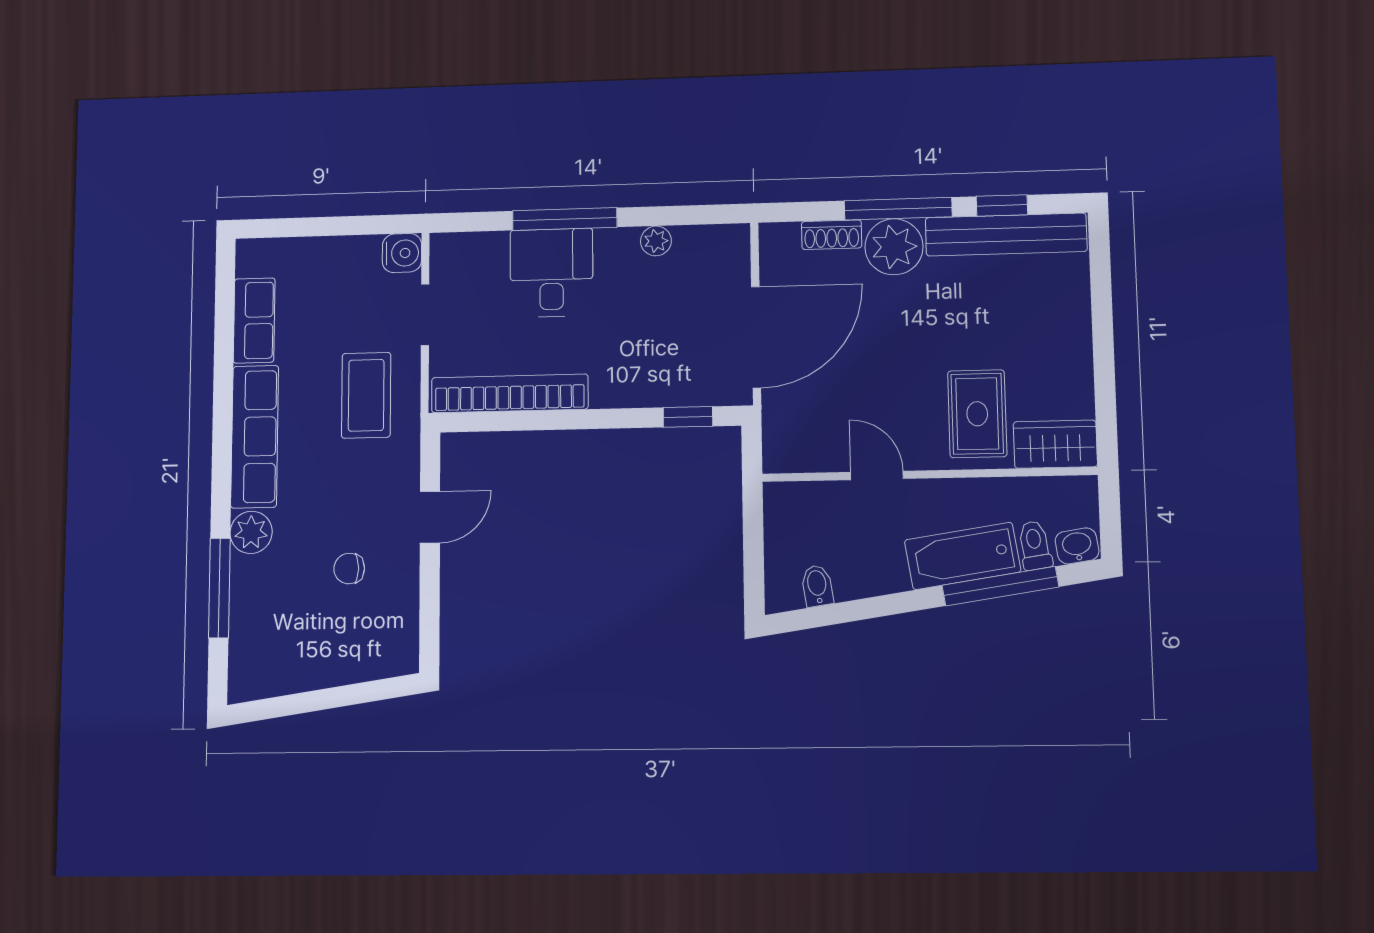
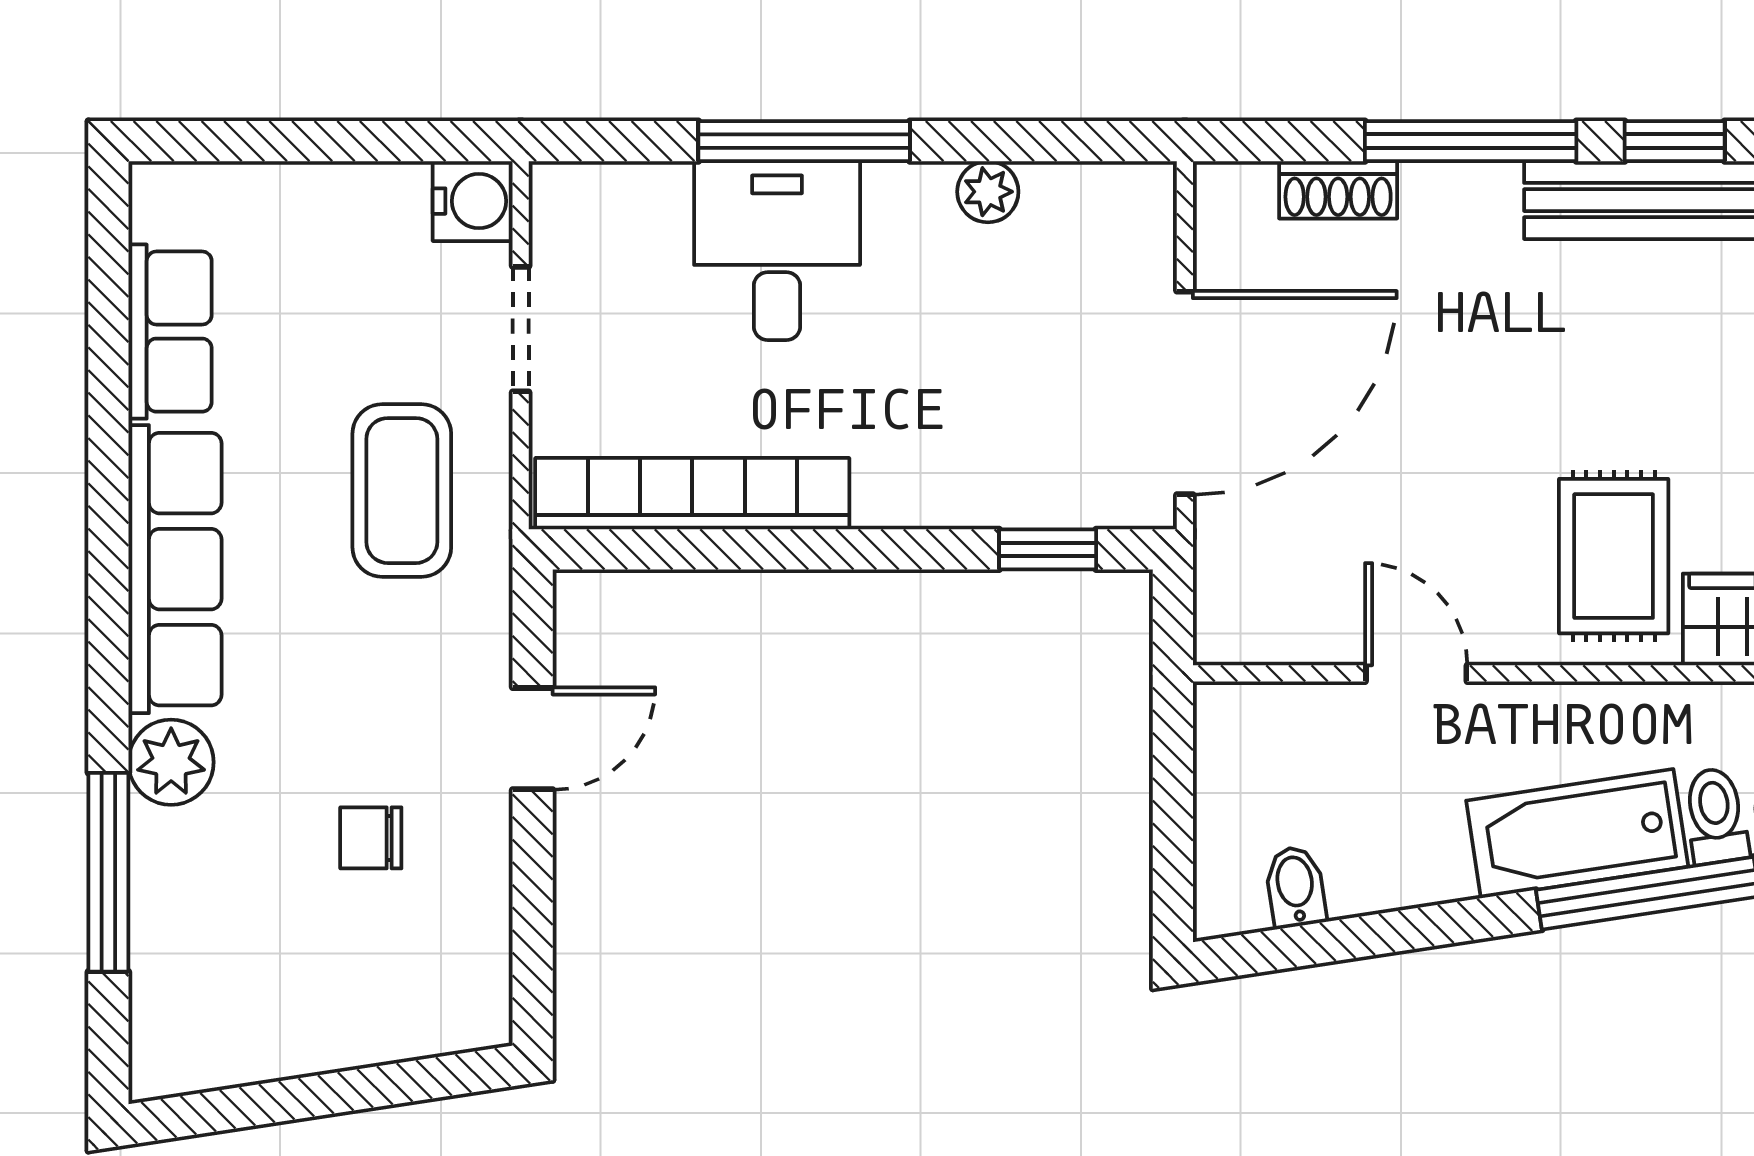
plant: (894, 247) -> (1461, 218), removed

